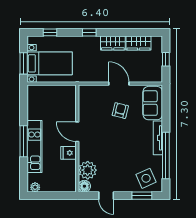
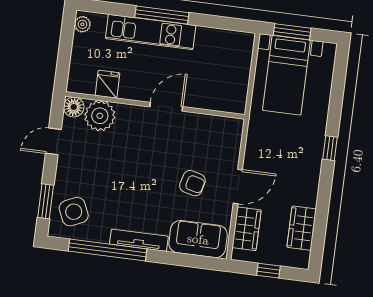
window: (50, 32) -> (338, 82), removed
wardrobe: (113, 43) -> (247, 229), moved, turned 180
fridge: (68, 153) -> (108, 84), moved

